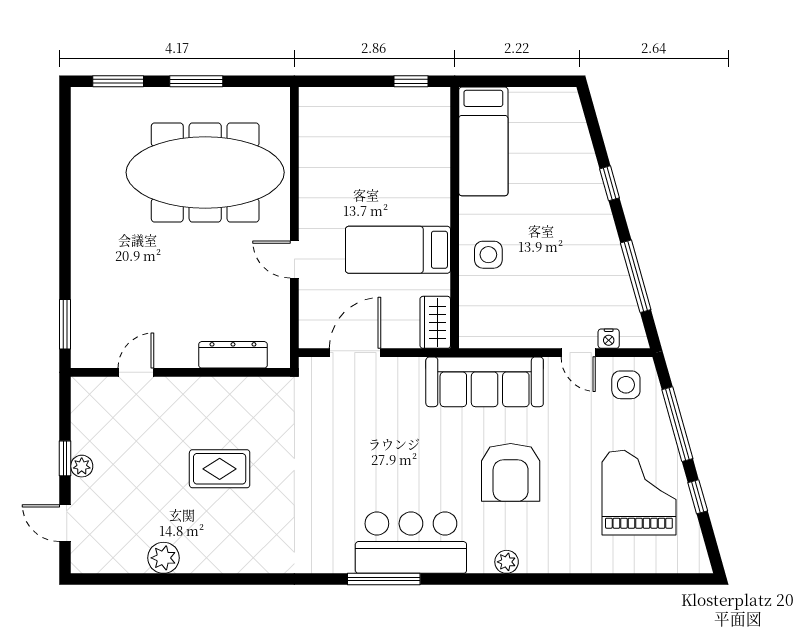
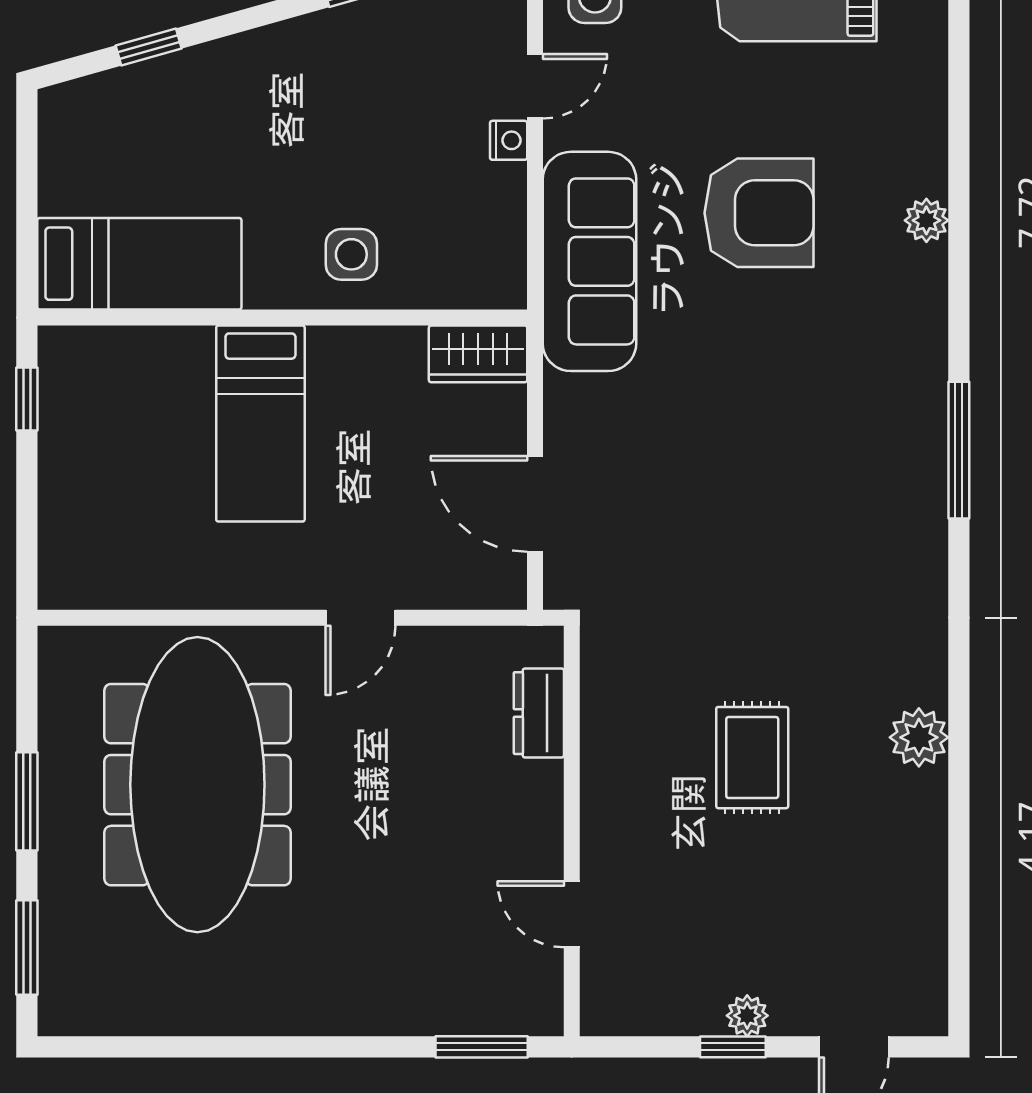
window: (610, 183) -> (149, 47), moved
bed: (398, 250) -> (260, 424), moved
nightstand: (609, 339) -> (509, 140), moved
dresser: (233, 355) -> (539, 713), width x0.70
bar counter: (411, 543) -> (891, 399), removed
plant: (164, 558) -> (919, 737), moved

